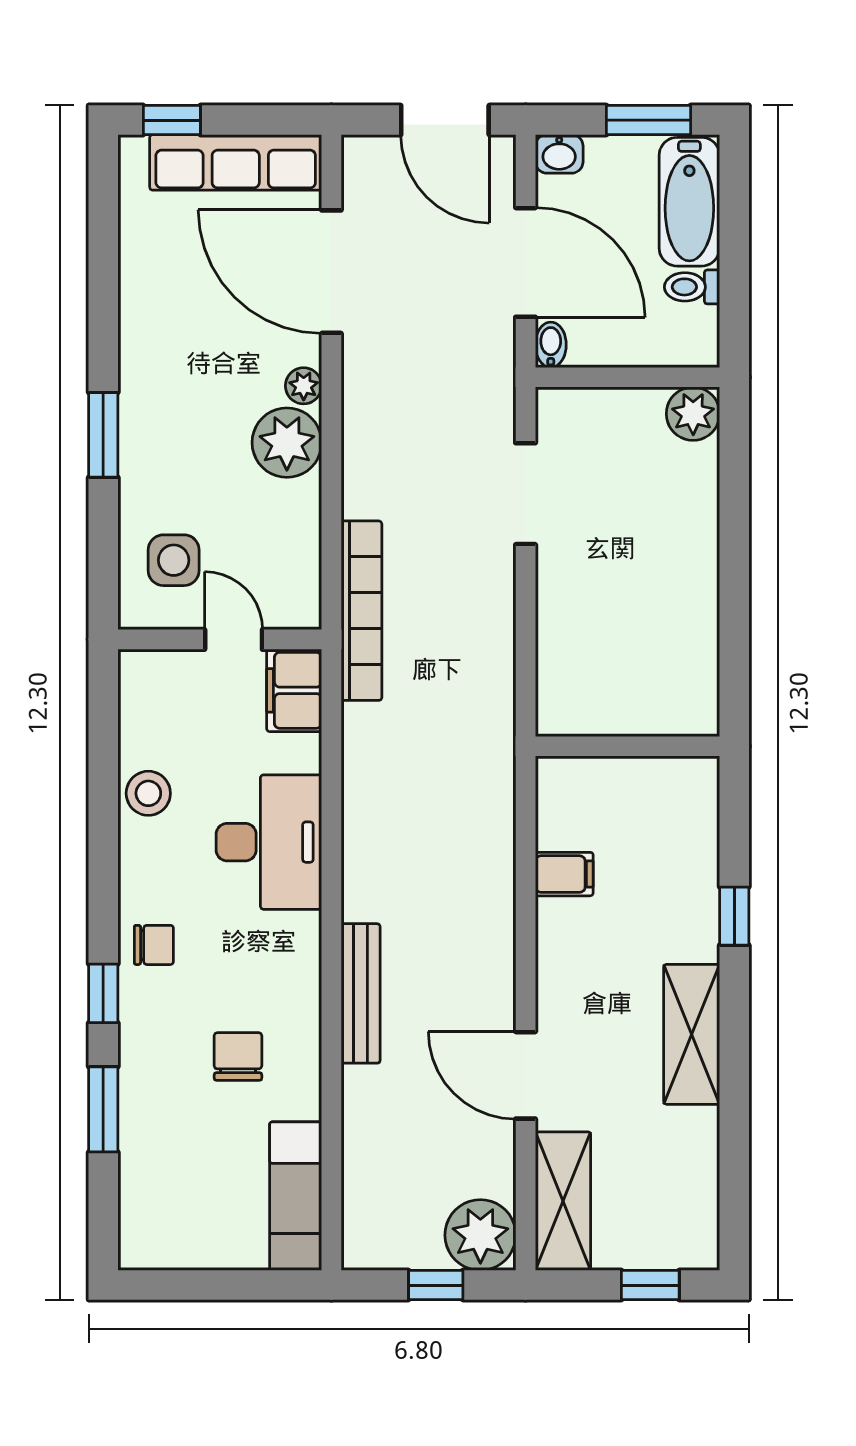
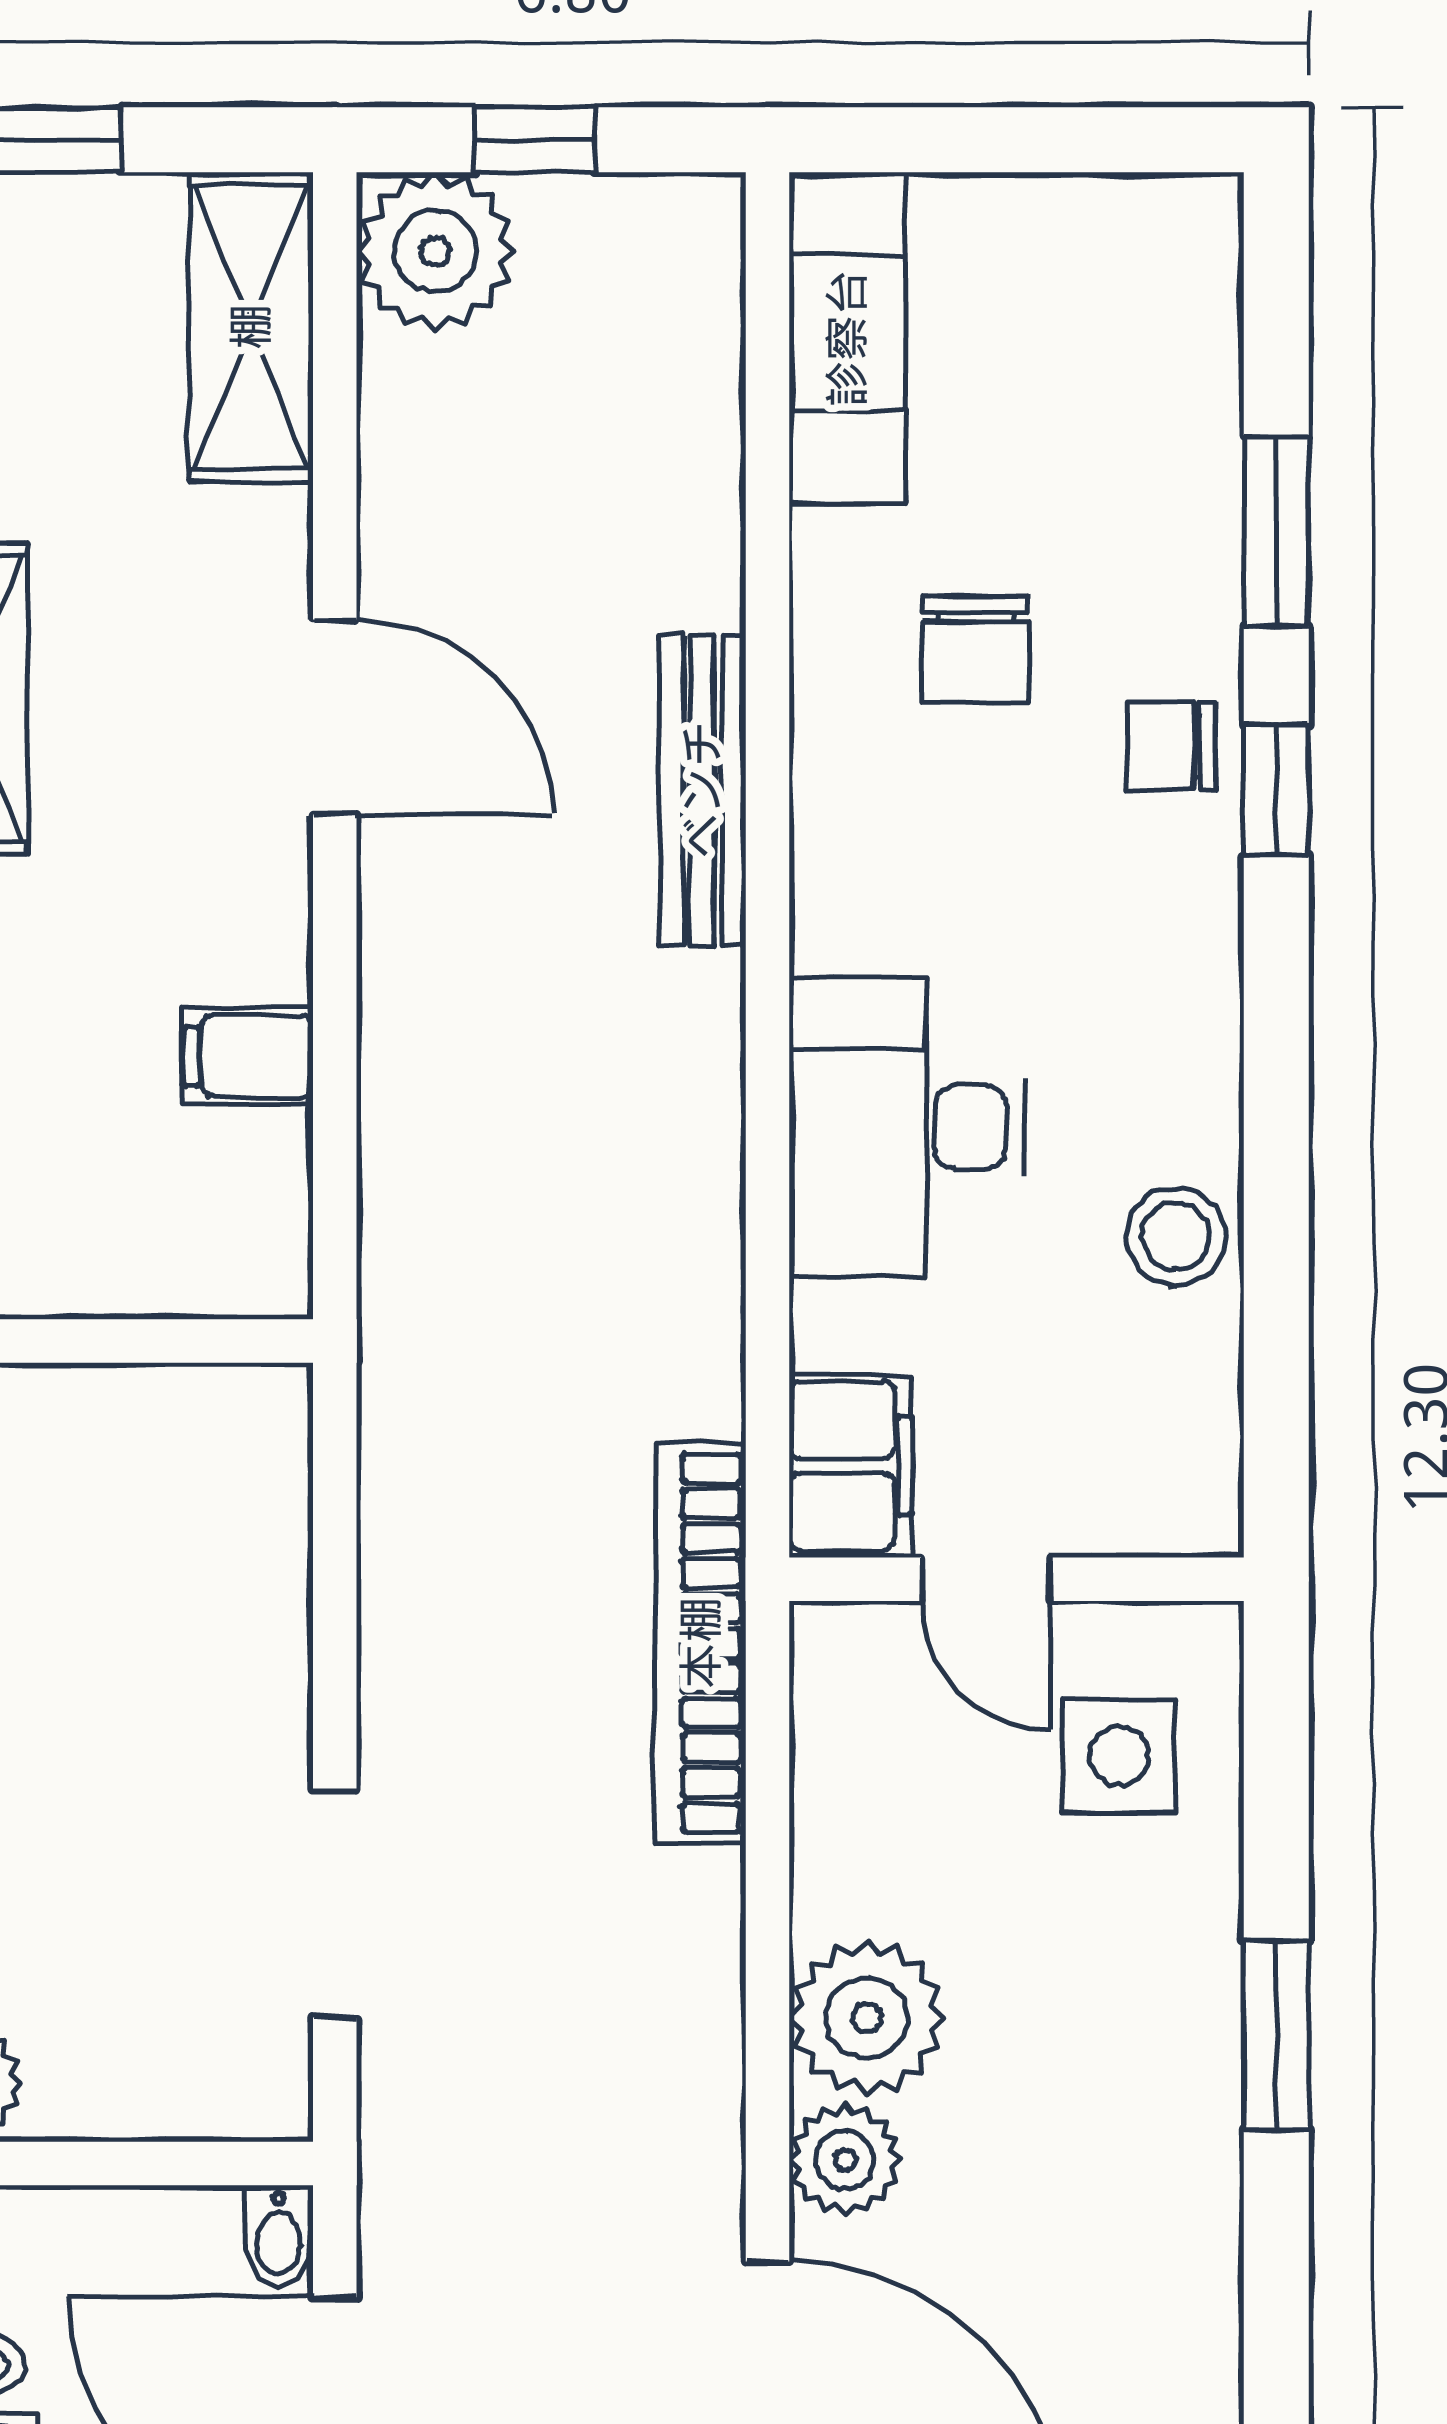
plant: (304, 386) -> (845, 2160), width x1.38, depth x1.38
chair: (154, 945) -> (1171, 746), moved
door: (526, 1075) -> (335, 717), moved

